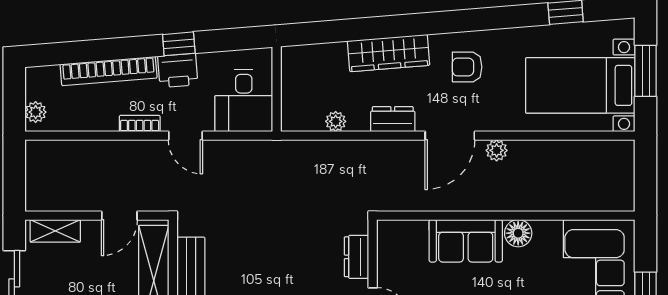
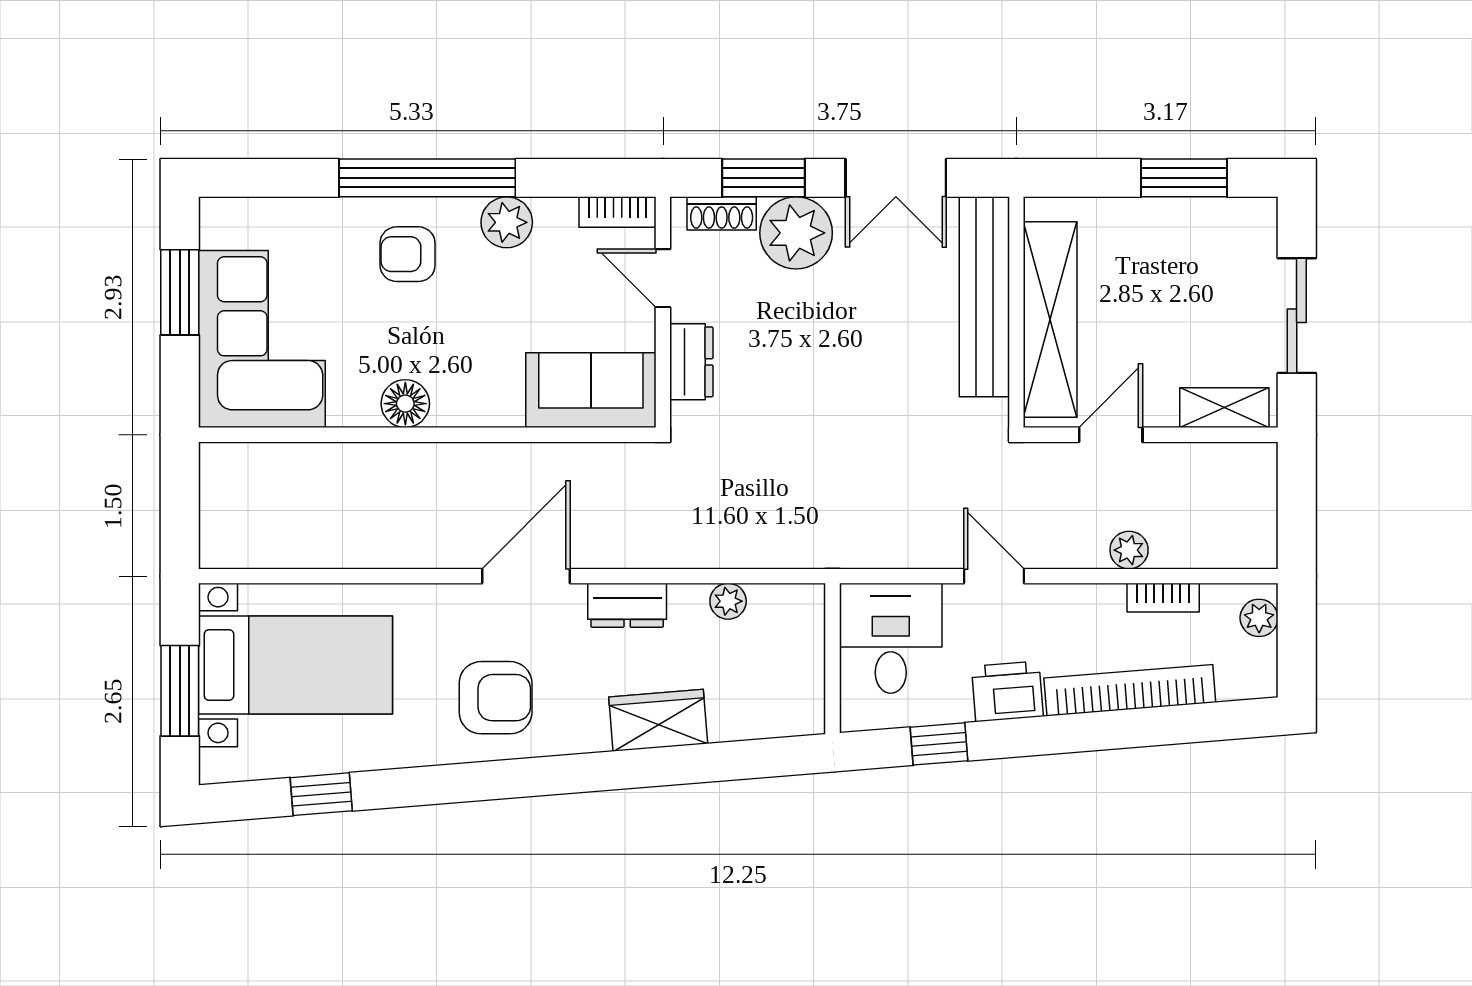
window: (179, 44) -> (939, 744), moved
wardrobe: (389, 53) -> (658, 720), width x0.67
armchair: (467, 67) -> (496, 698), width x1.38, depth x1.38
bookcase: (140, 124) -> (1163, 598), moved
plant: (497, 150) -> (1129, 550), moved
sofa: (466, 241) -> (591, 390), moved

